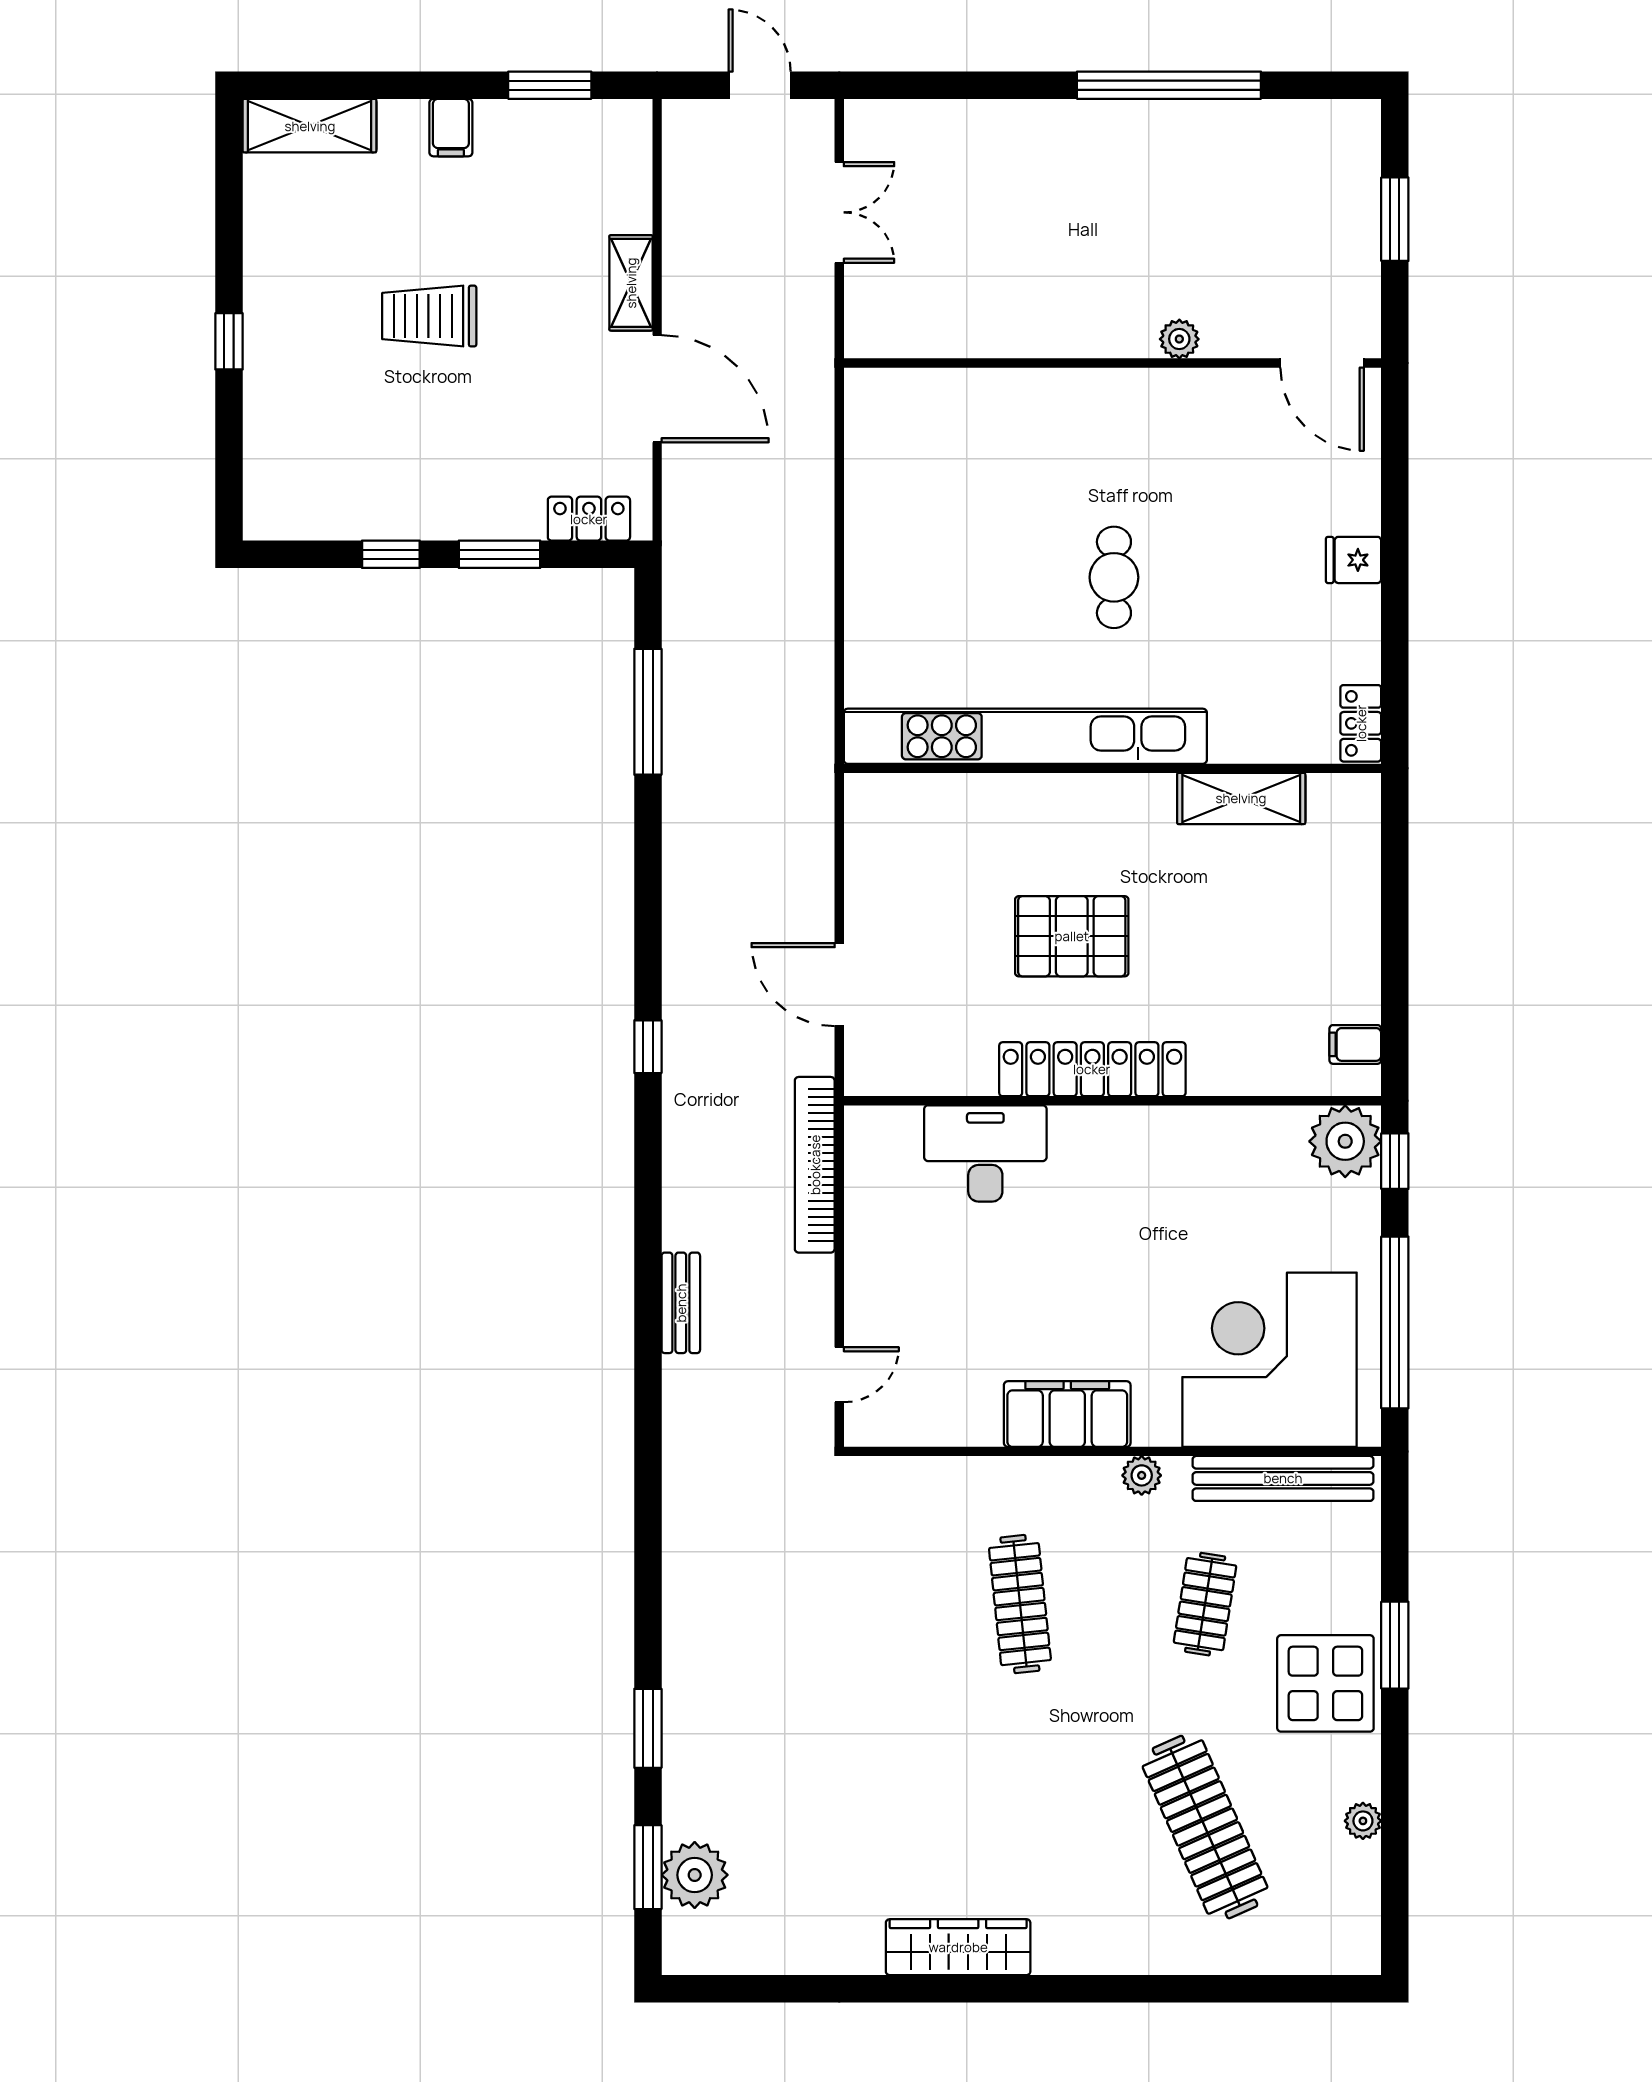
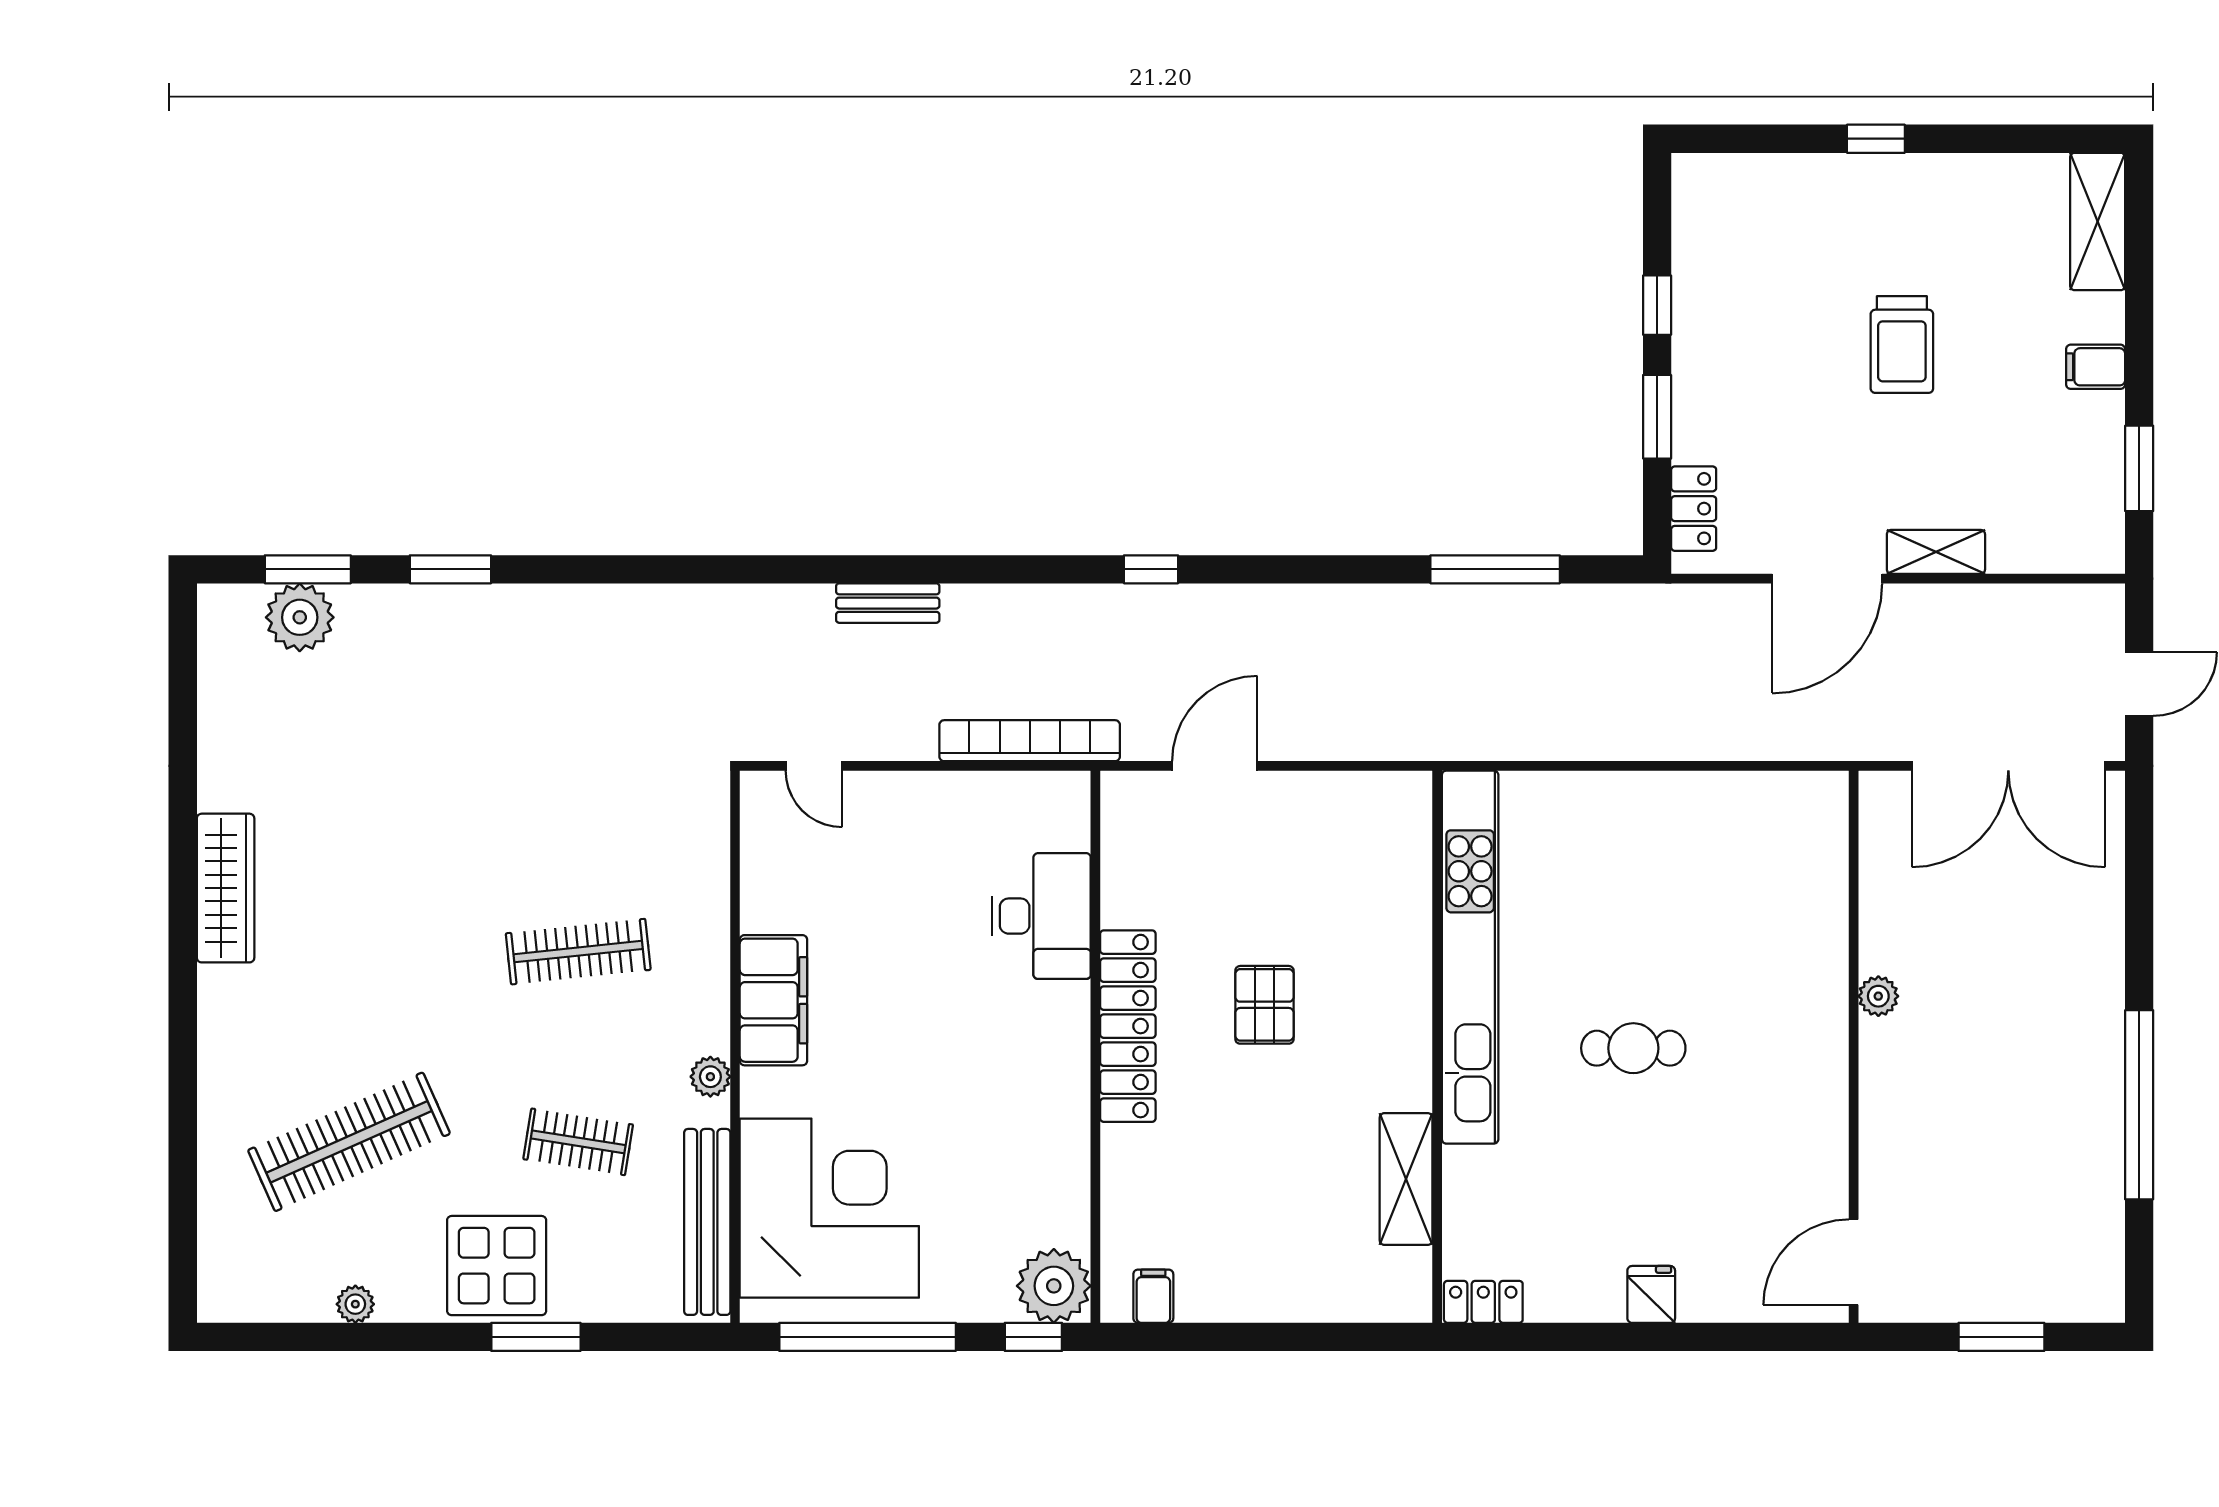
double door: (839, 212) -> (2008, 766), width x1.87
trolley: (429, 316) -> (1902, 345), turned 180
plant: (1179, 339) -> (1878, 996), moved
pallet: (1072, 936) -> (1264, 1005), width x0.67, depth x0.71

